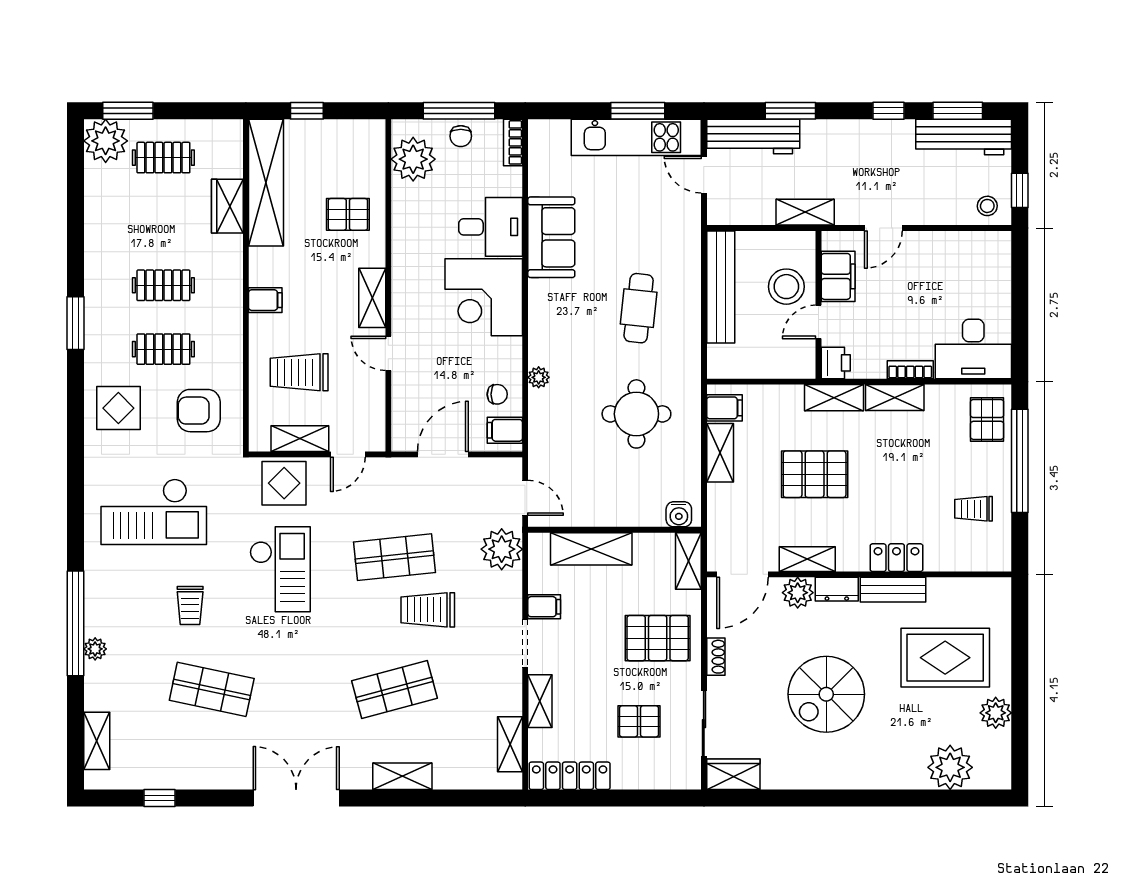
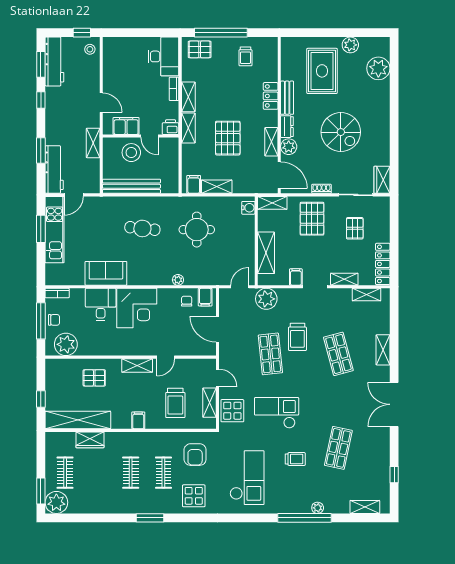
pallet: (348, 214) -> (94, 378), turned 90

